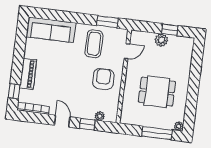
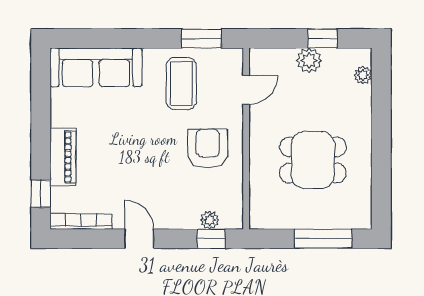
window: (87, 124) -> (211, 239), moved
plant: (179, 126) -> (363, 75), moved

